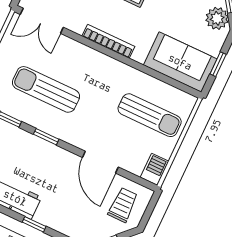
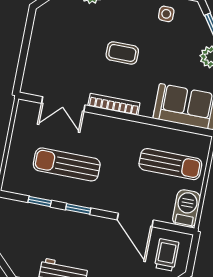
double door: (42, 21) -> (63, 104), moved
barbecue: (155, 169) -> (186, 209), width x1.38, depth x1.27

